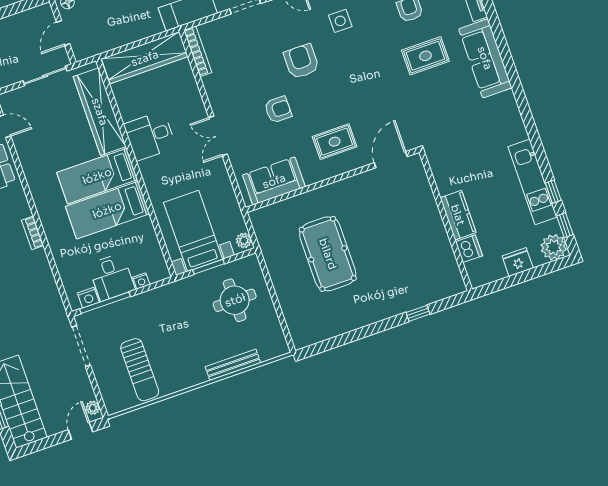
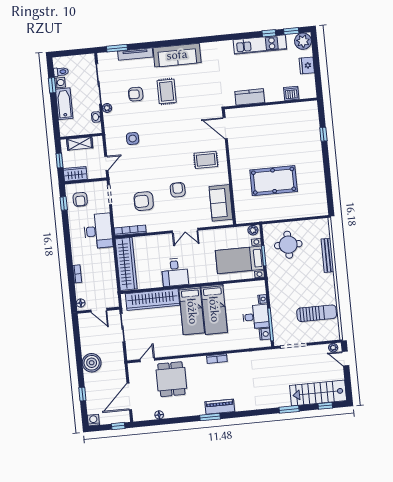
armchair: (301, 61) -> (144, 201), moved
rug: (335, 142) -> (206, 160), turned 90
kitchen counter: (458, 215) -> (250, 97), moved

